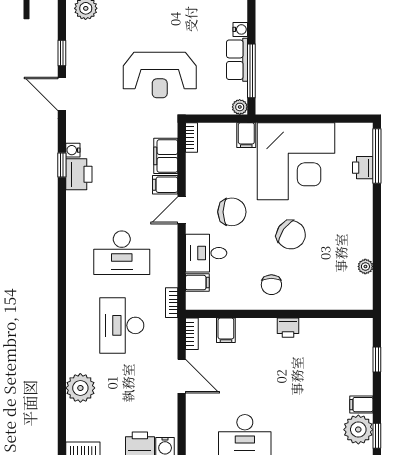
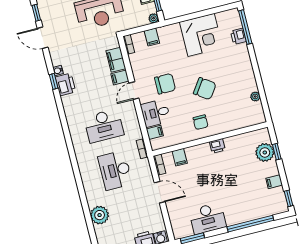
filing cabinet: (246, 135) -> (152, 37), moved
corner desk: (296, 161) -> (201, 35), width x0.74, depth x0.74
plant: (358, 430) -> (265, 152), moved

